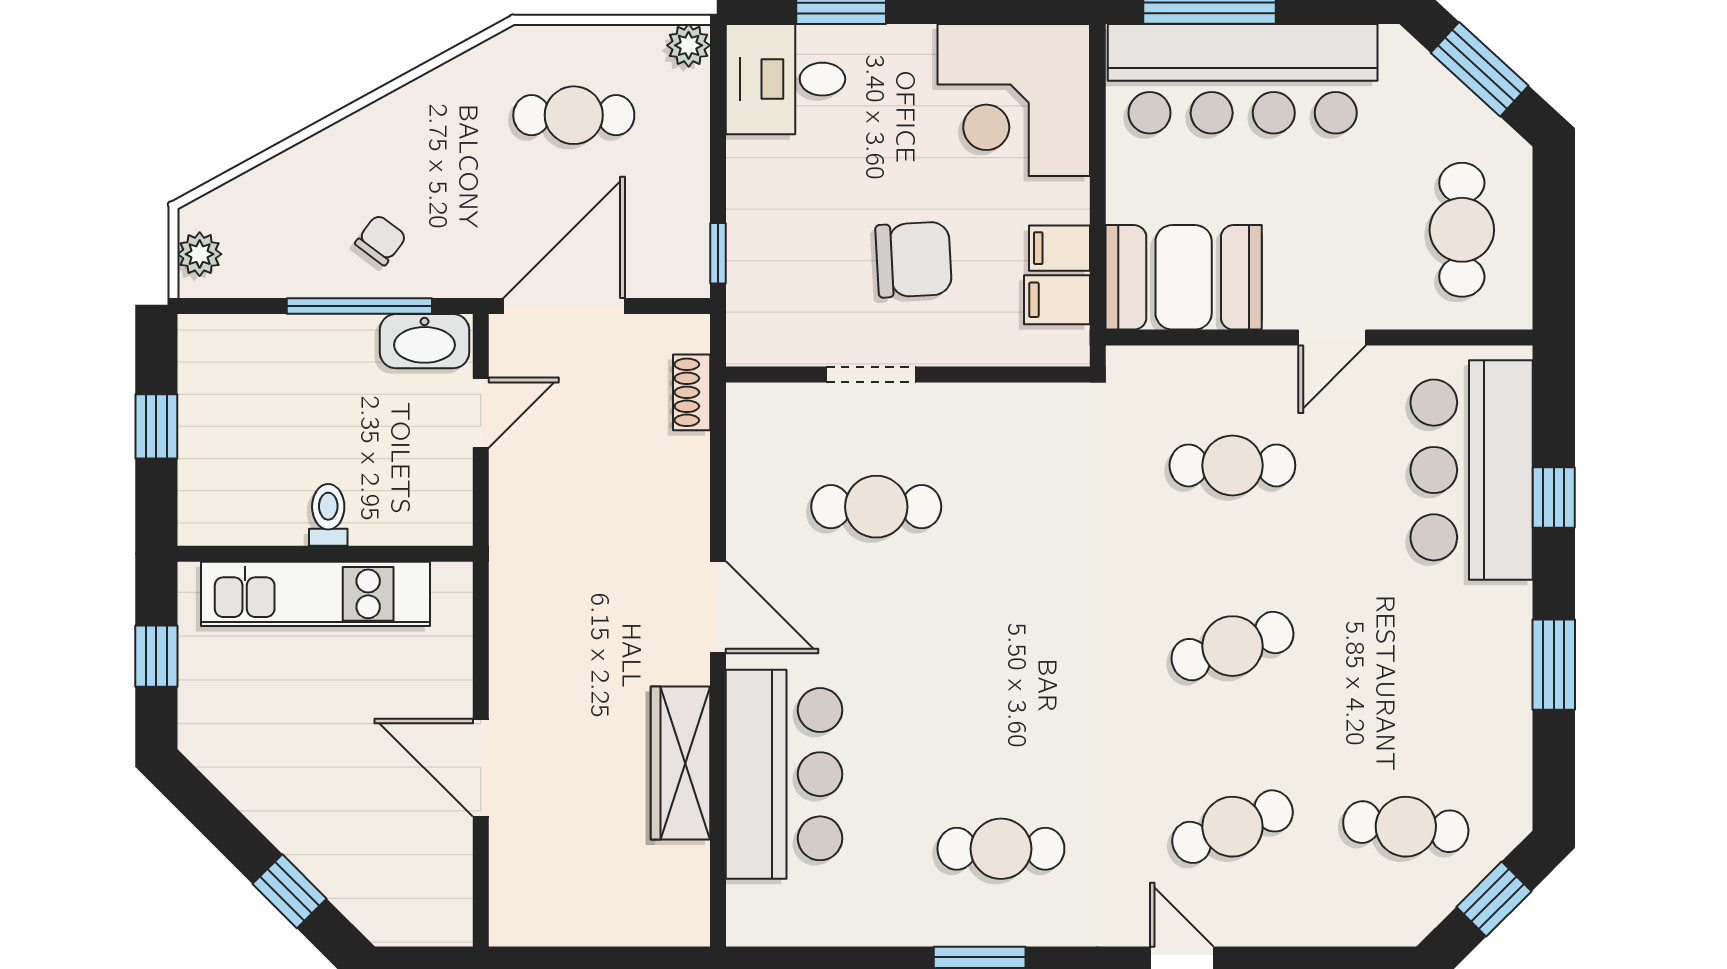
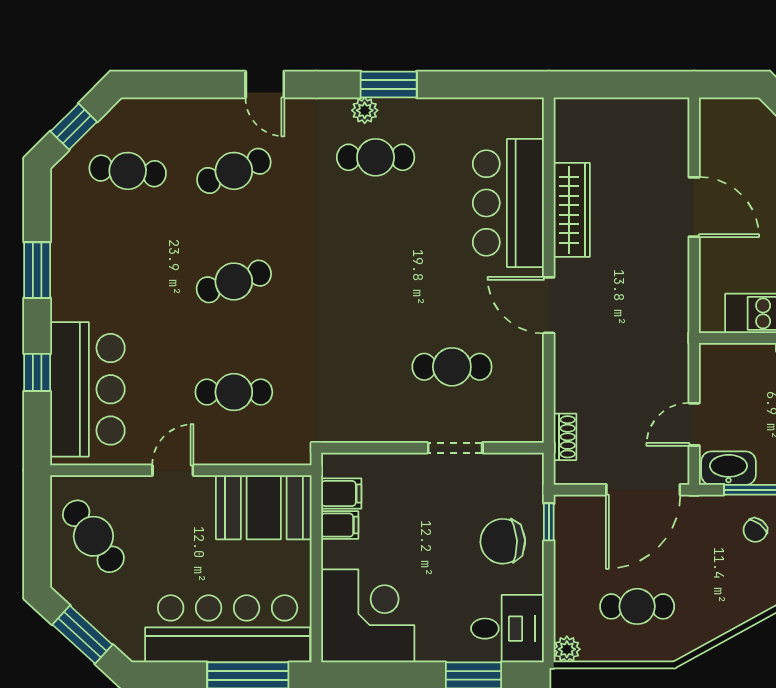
cafe table: (1462, 230) -> (93, 536), turned -37
chair: (914, 260) -> (503, 541), moved
plant: (1019, 925) -> (365, 110), added

